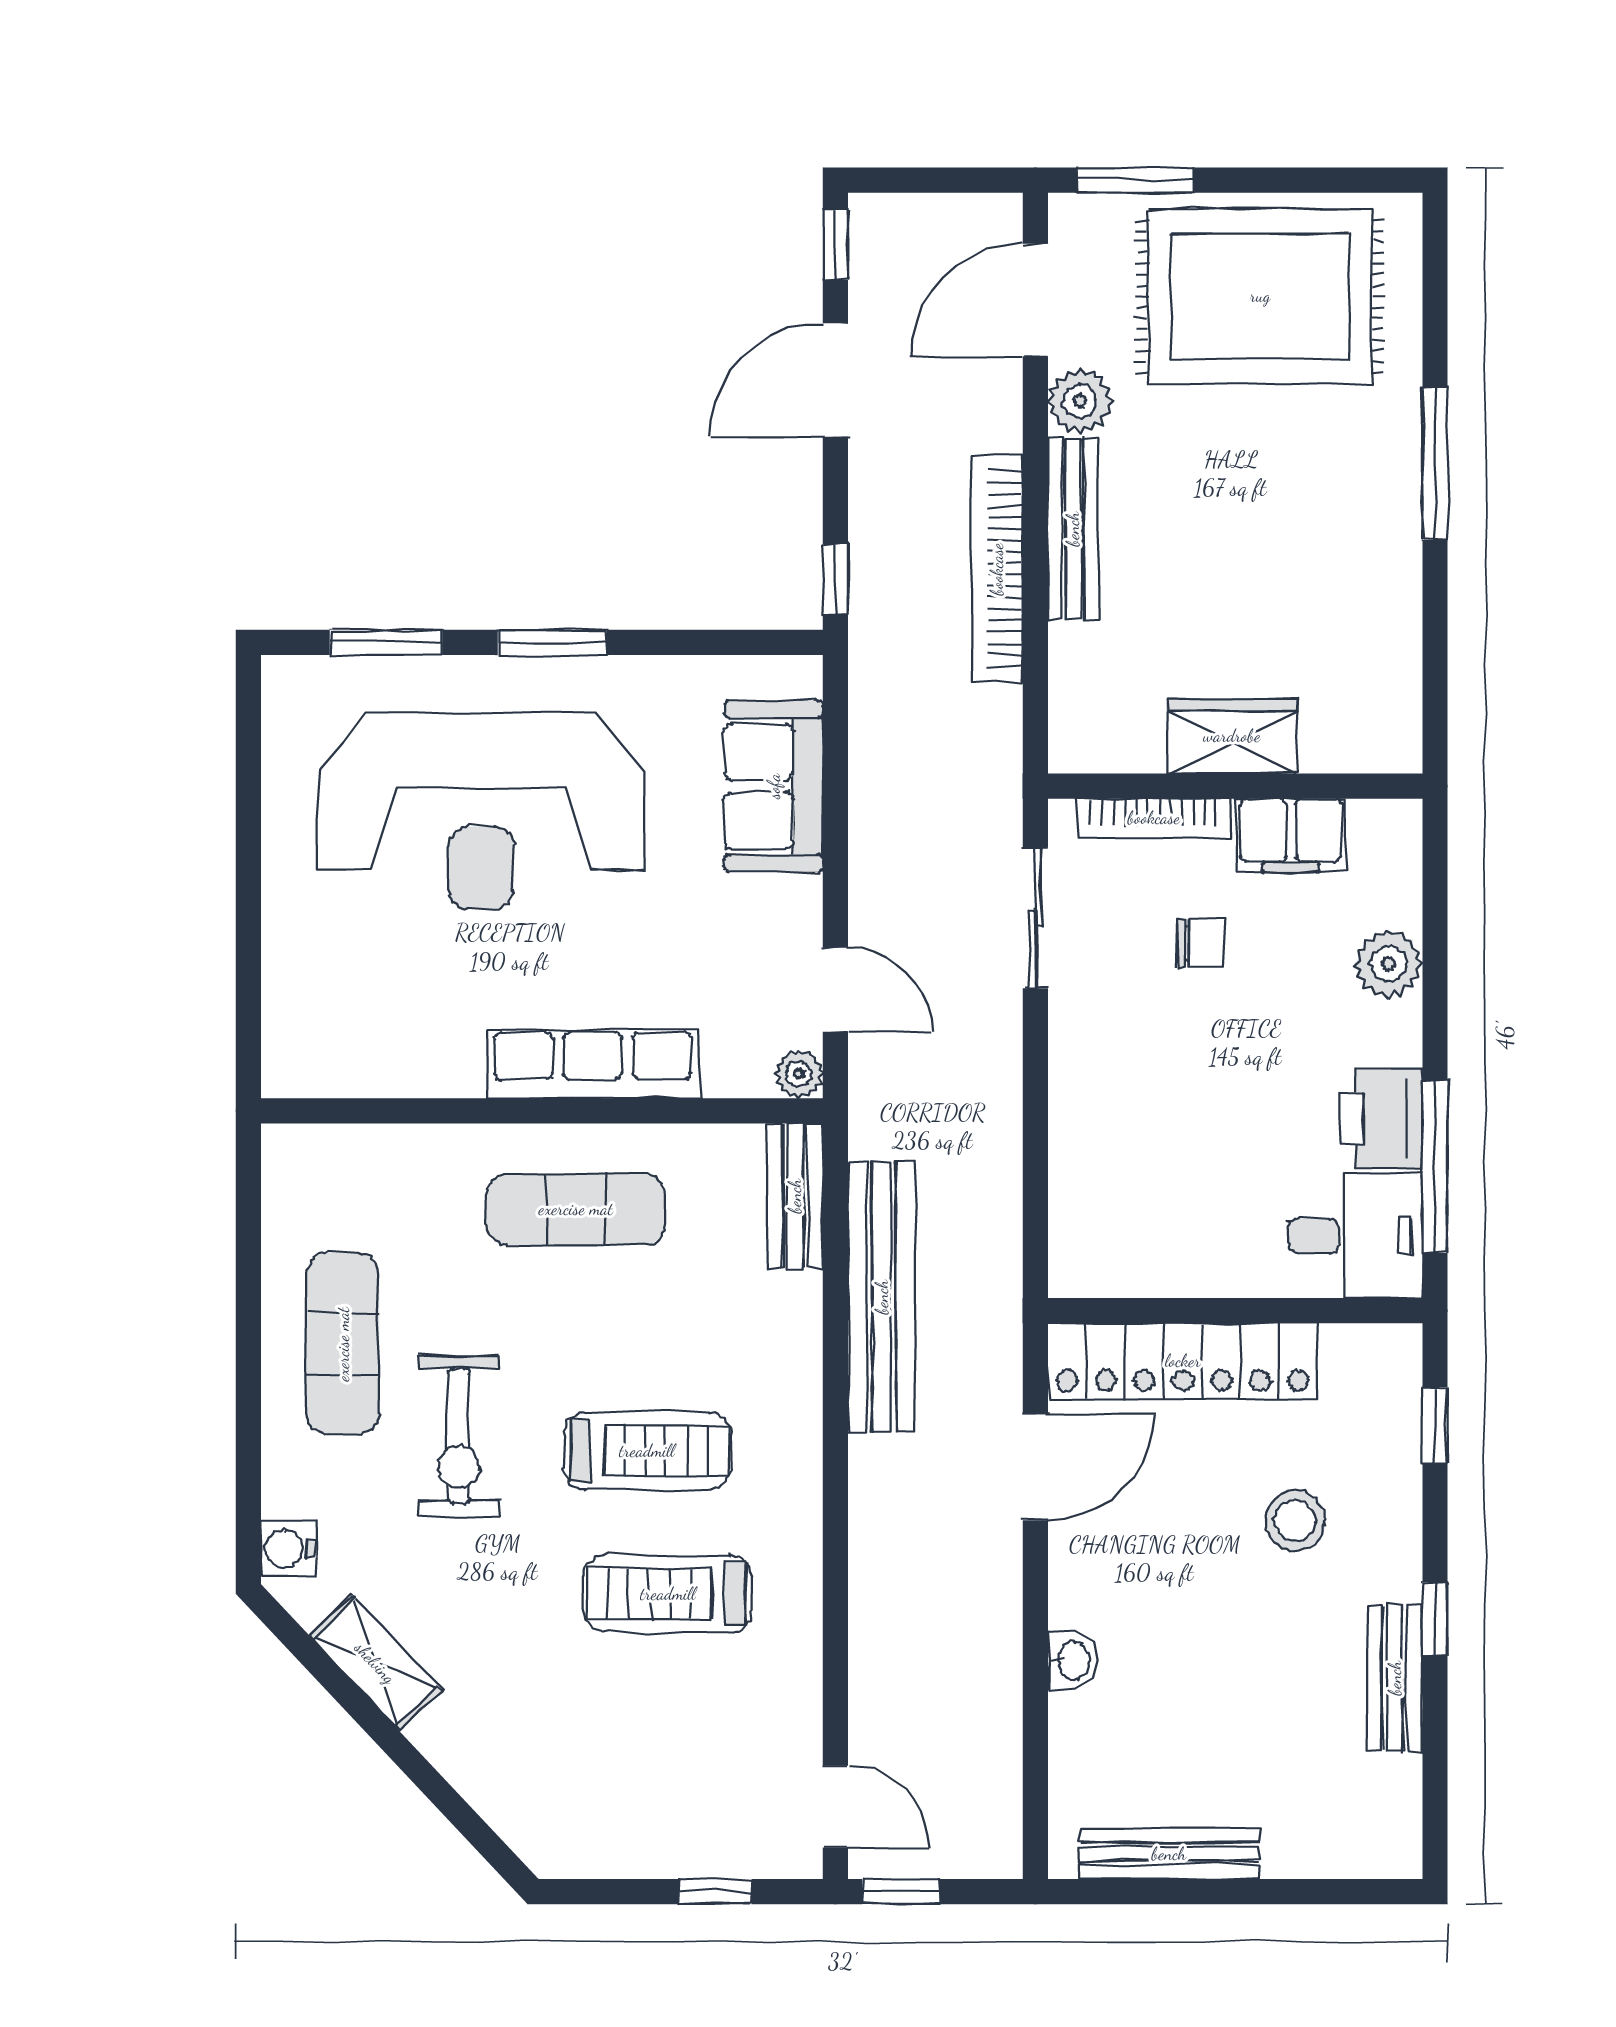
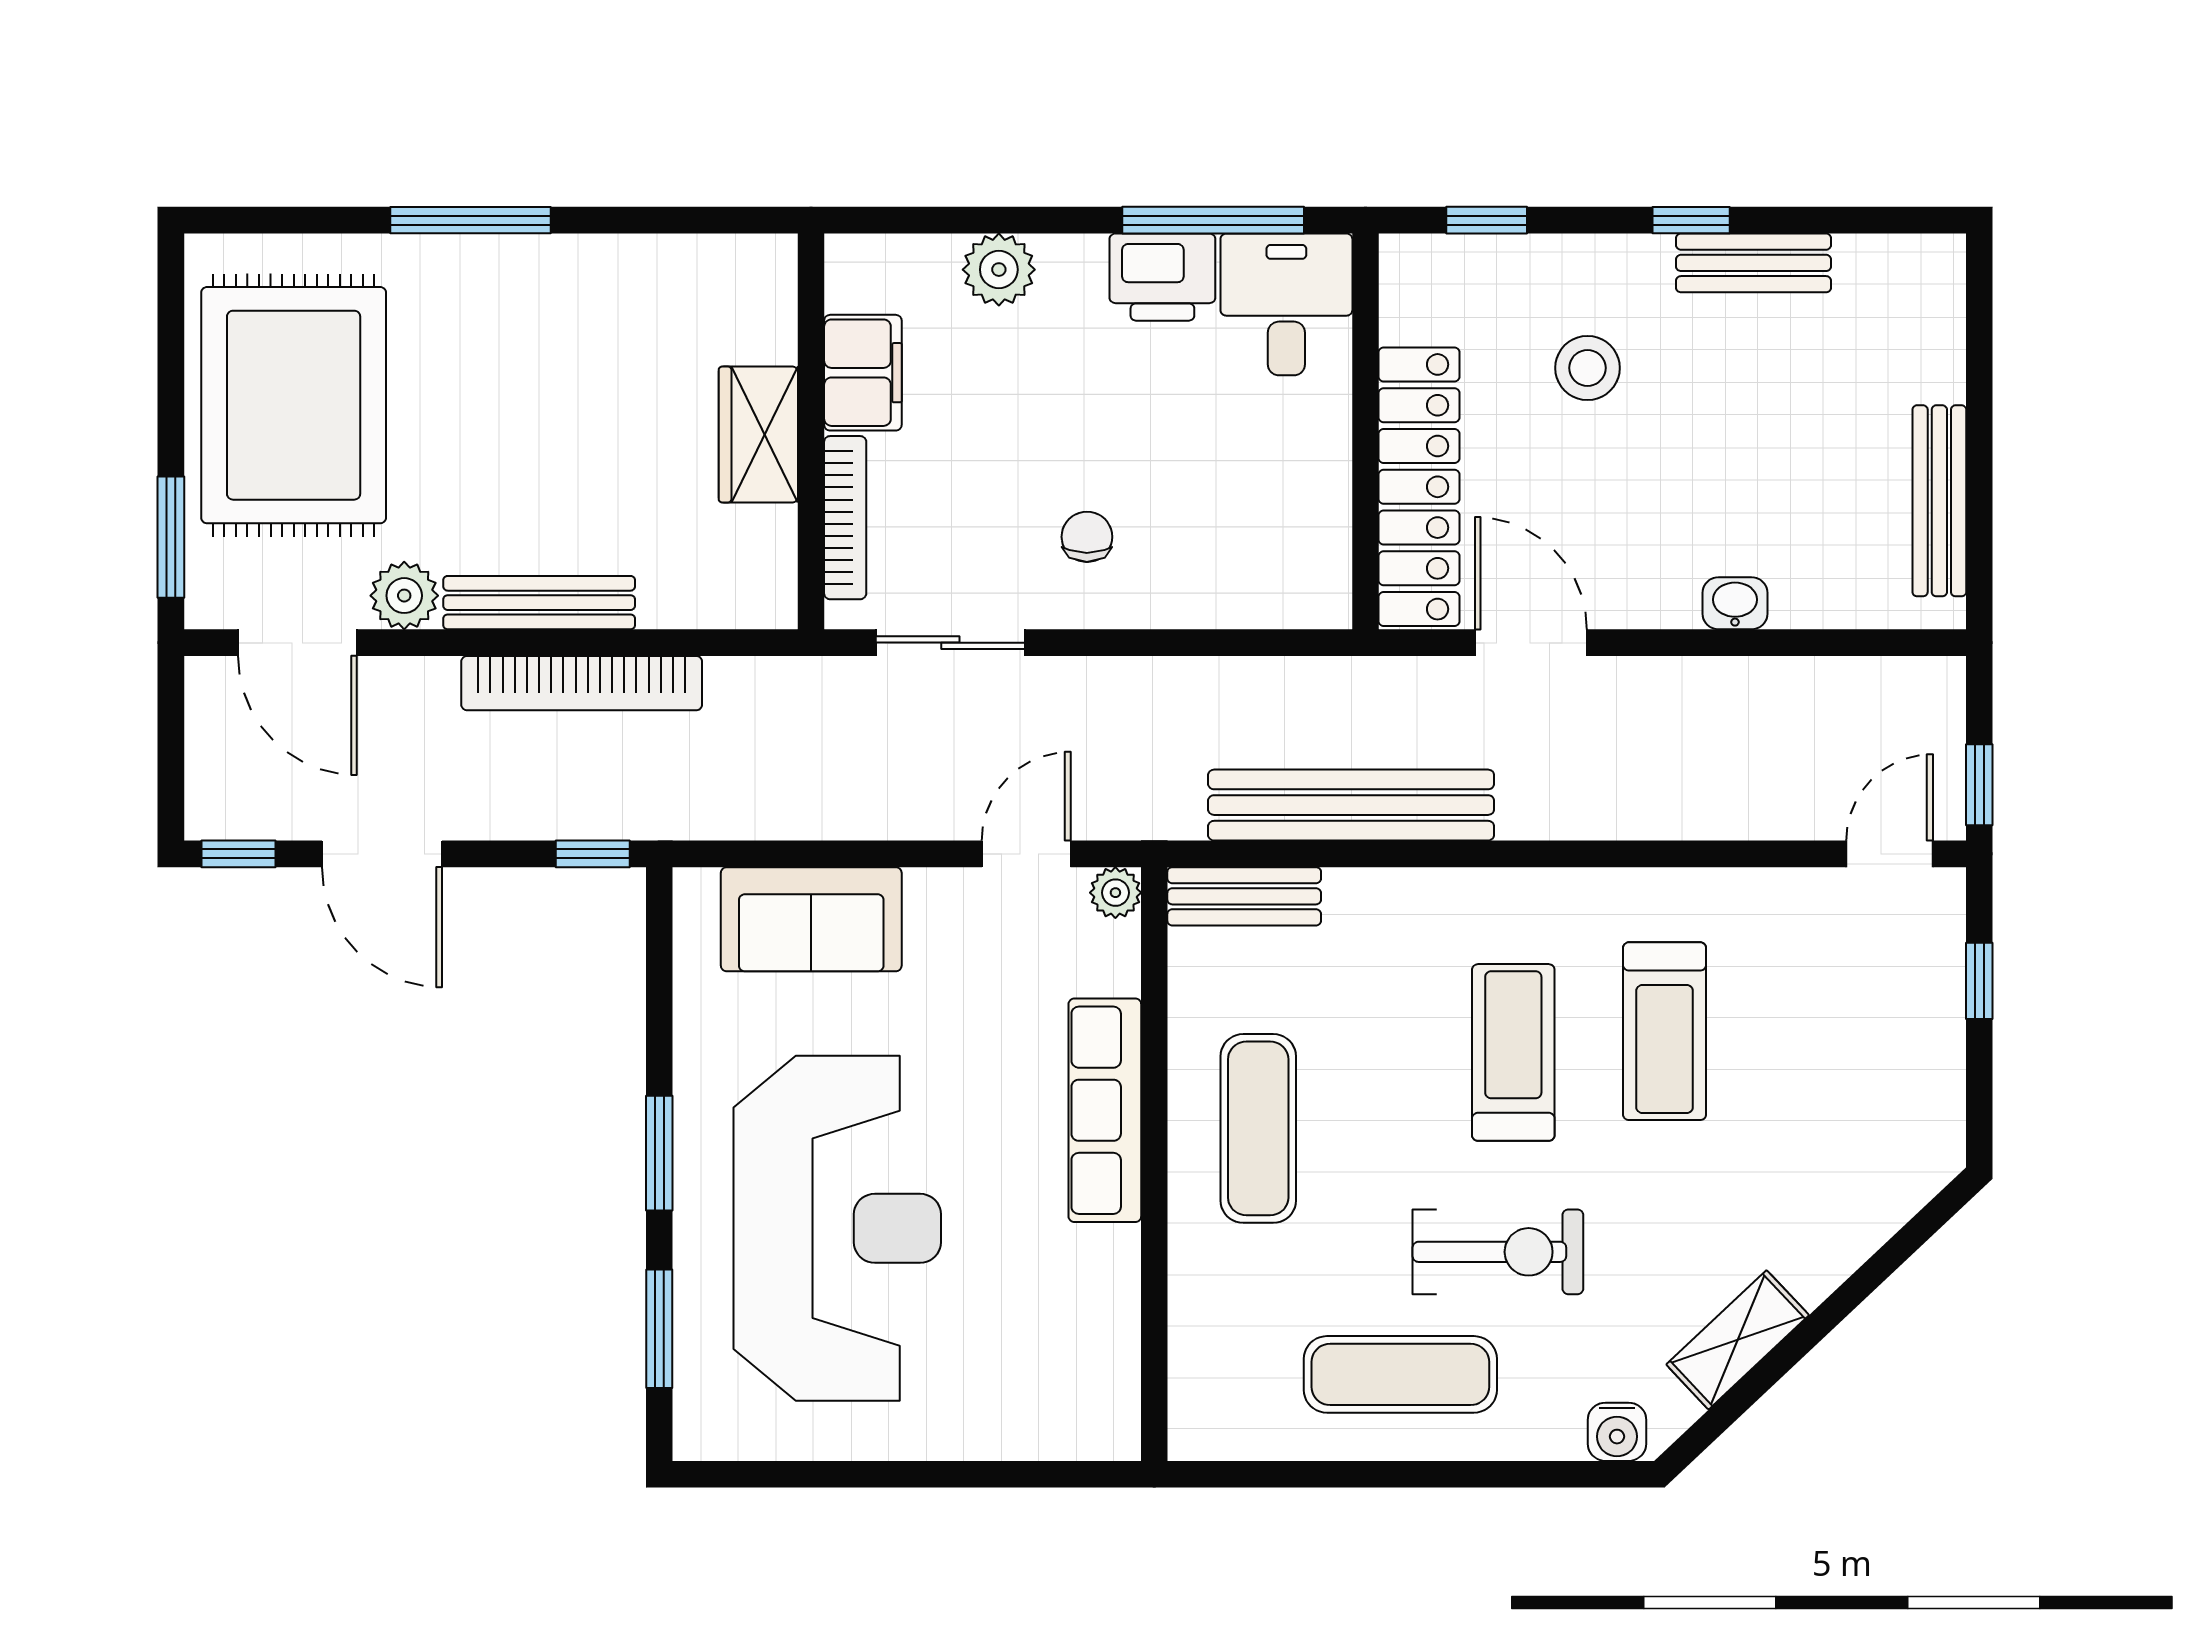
chair: (1201, 943) -> (1087, 537), moved

